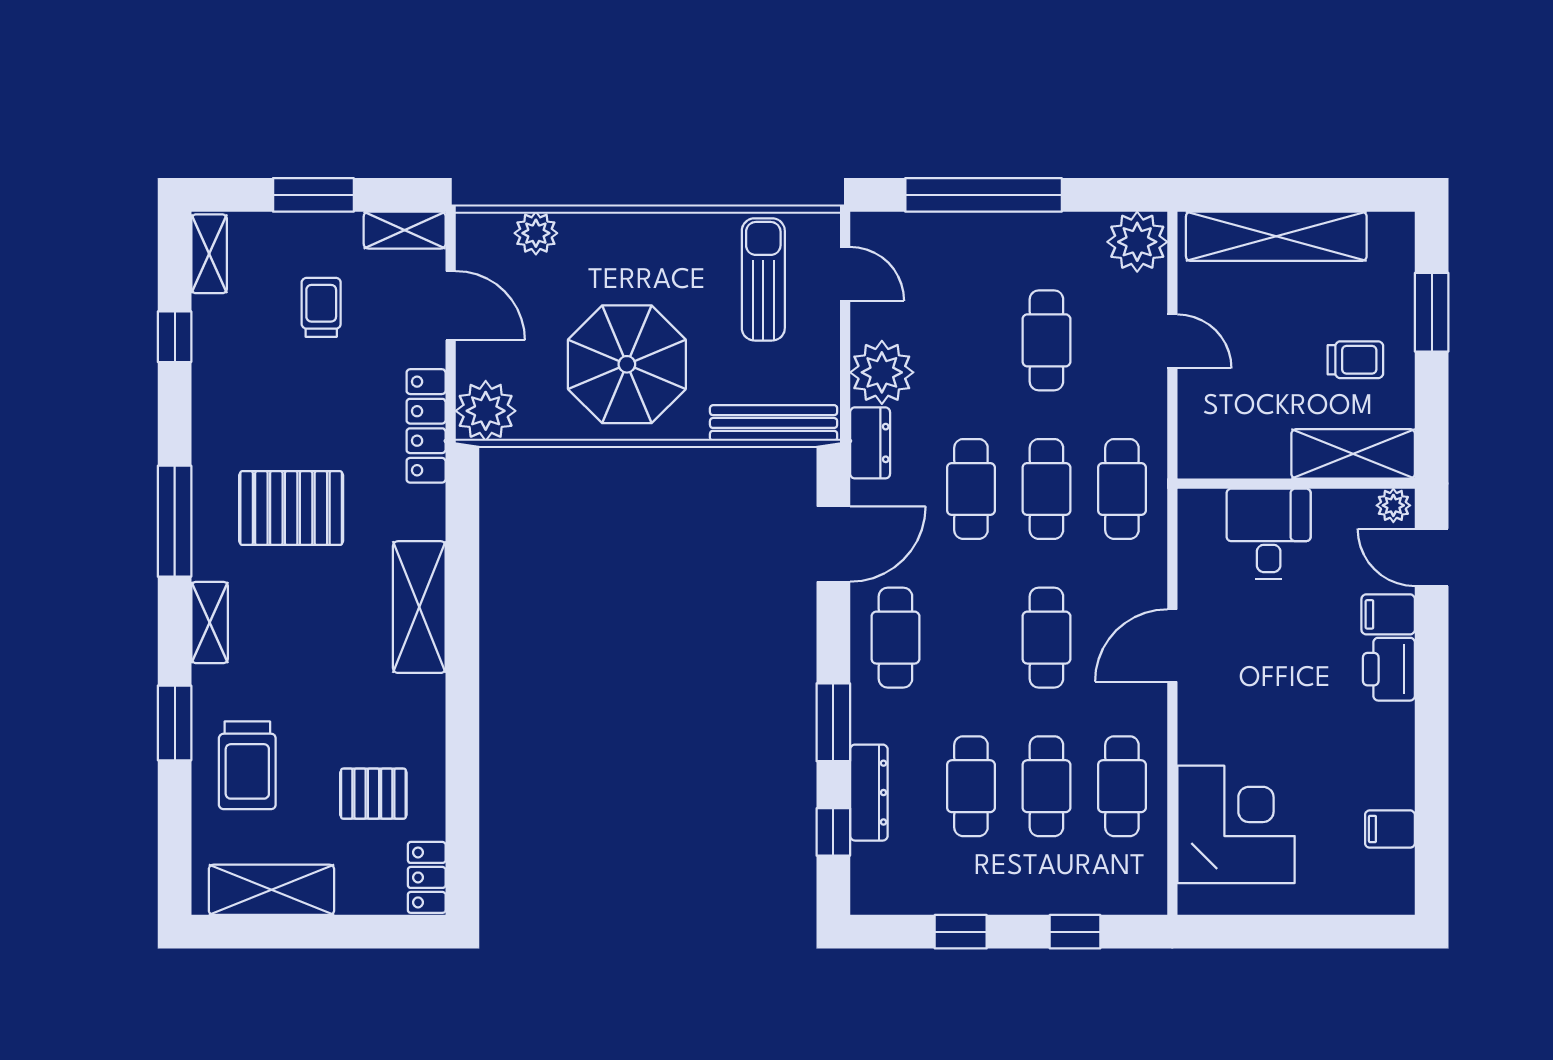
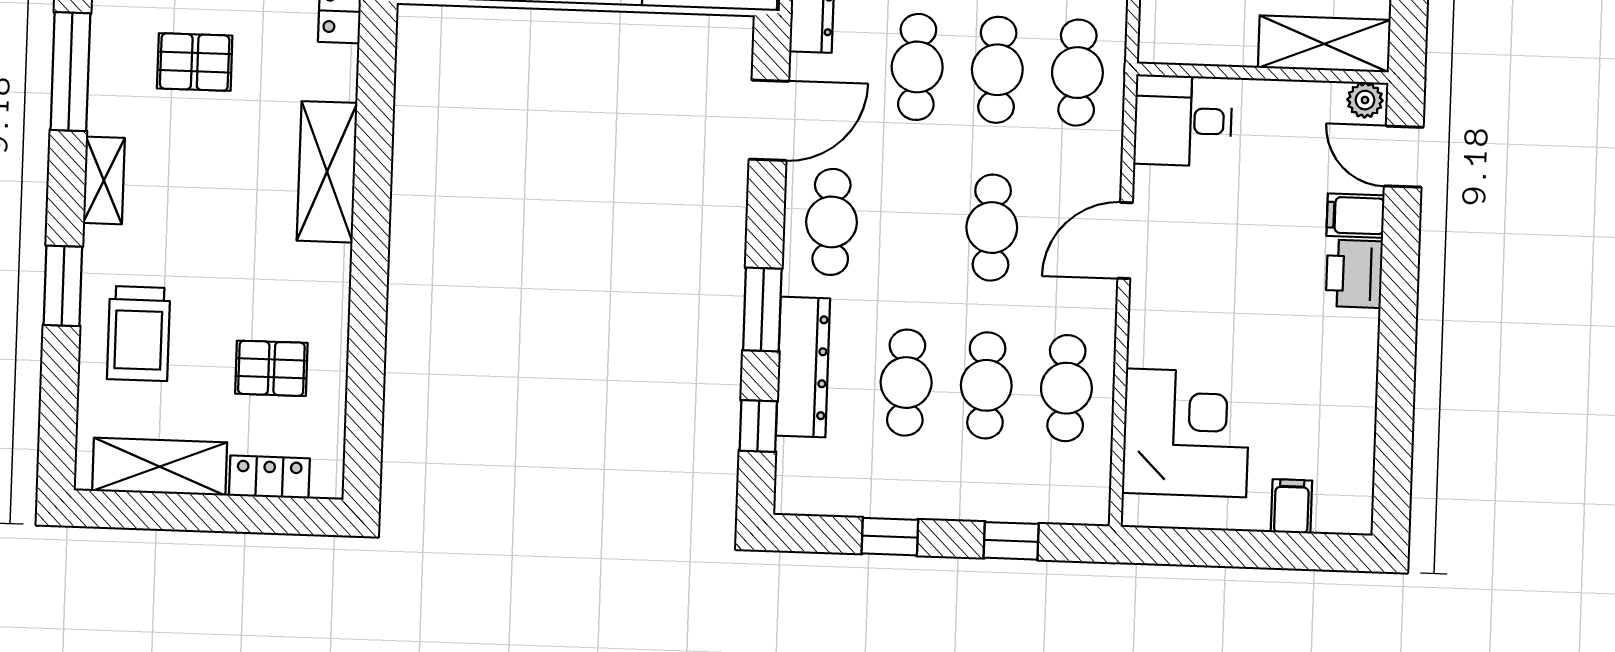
pallet: (291, 508) -> (195, 62), width x0.67, depth x0.71
desk: (1269, 534) -> (1183, 121), moved, turned -90
dresser: (869, 793) -> (803, 367), width x1.37, depth x1.24
filing cabinet: (1390, 829) -> (1291, 506), moved, turned 90
locker: (427, 877) -> (269, 477), moved, turned 90

